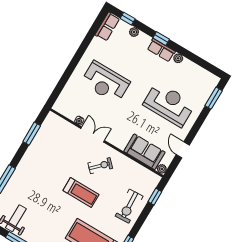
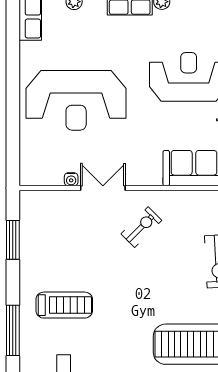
reception desk: (105, 82) -> (76, 100), width x1.36, depth x1.30
treadmill: (81, 192) -> (64, 305), moved

